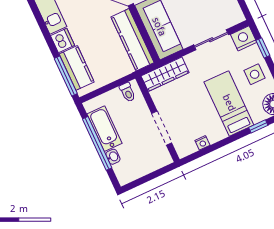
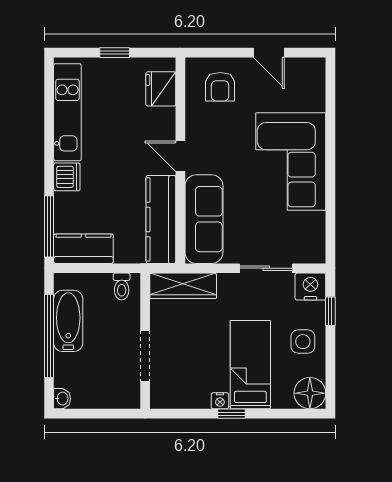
kitchen counter: (77, 68) -> (83, 249), moved, turned -90
window: (258, 126) -> (232, 414), moved
nightstand: (202, 143) -> (220, 401), moved
washbasin: (113, 157) -> (62, 399), moved

